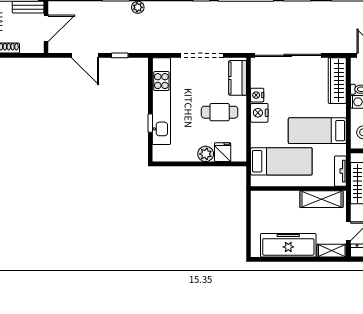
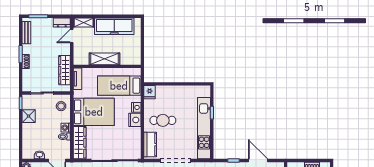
nightstand: (257, 95) -> (136, 107), moved
bed: (317, 131) -> (94, 112), width x1.50
fridge: (223, 152) -> (150, 92), moved
plant: (206, 154) -> (173, 91), removed
shelving: (321, 199) -> (105, 59), moved

